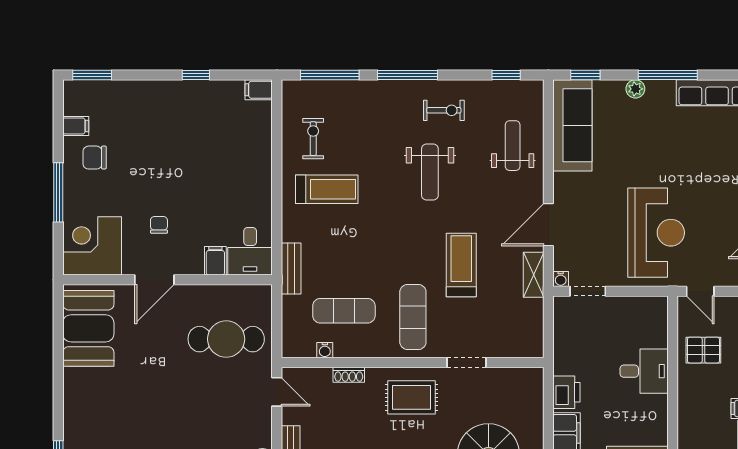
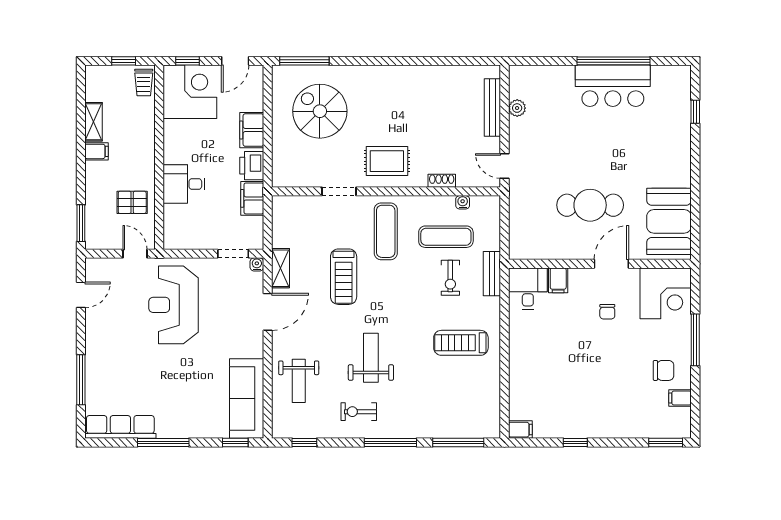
plant: (635, 89) -> (192, 430), removed
exercise bike: (313, 139) -> (450, 278), moved
cafe table: (226, 339) -> (590, 205), moved
filing cabinet: (566, 355) -> (252, 198), added

